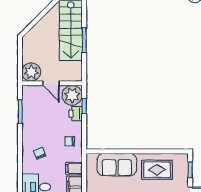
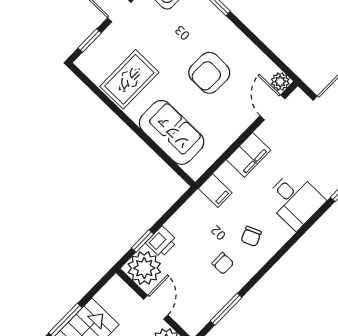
chair: (70, 141) -> (223, 263), moved
filing cabinet: (74, 168) -> (215, 191), moved
rug: (157, 170) -> (129, 79), turned 90

